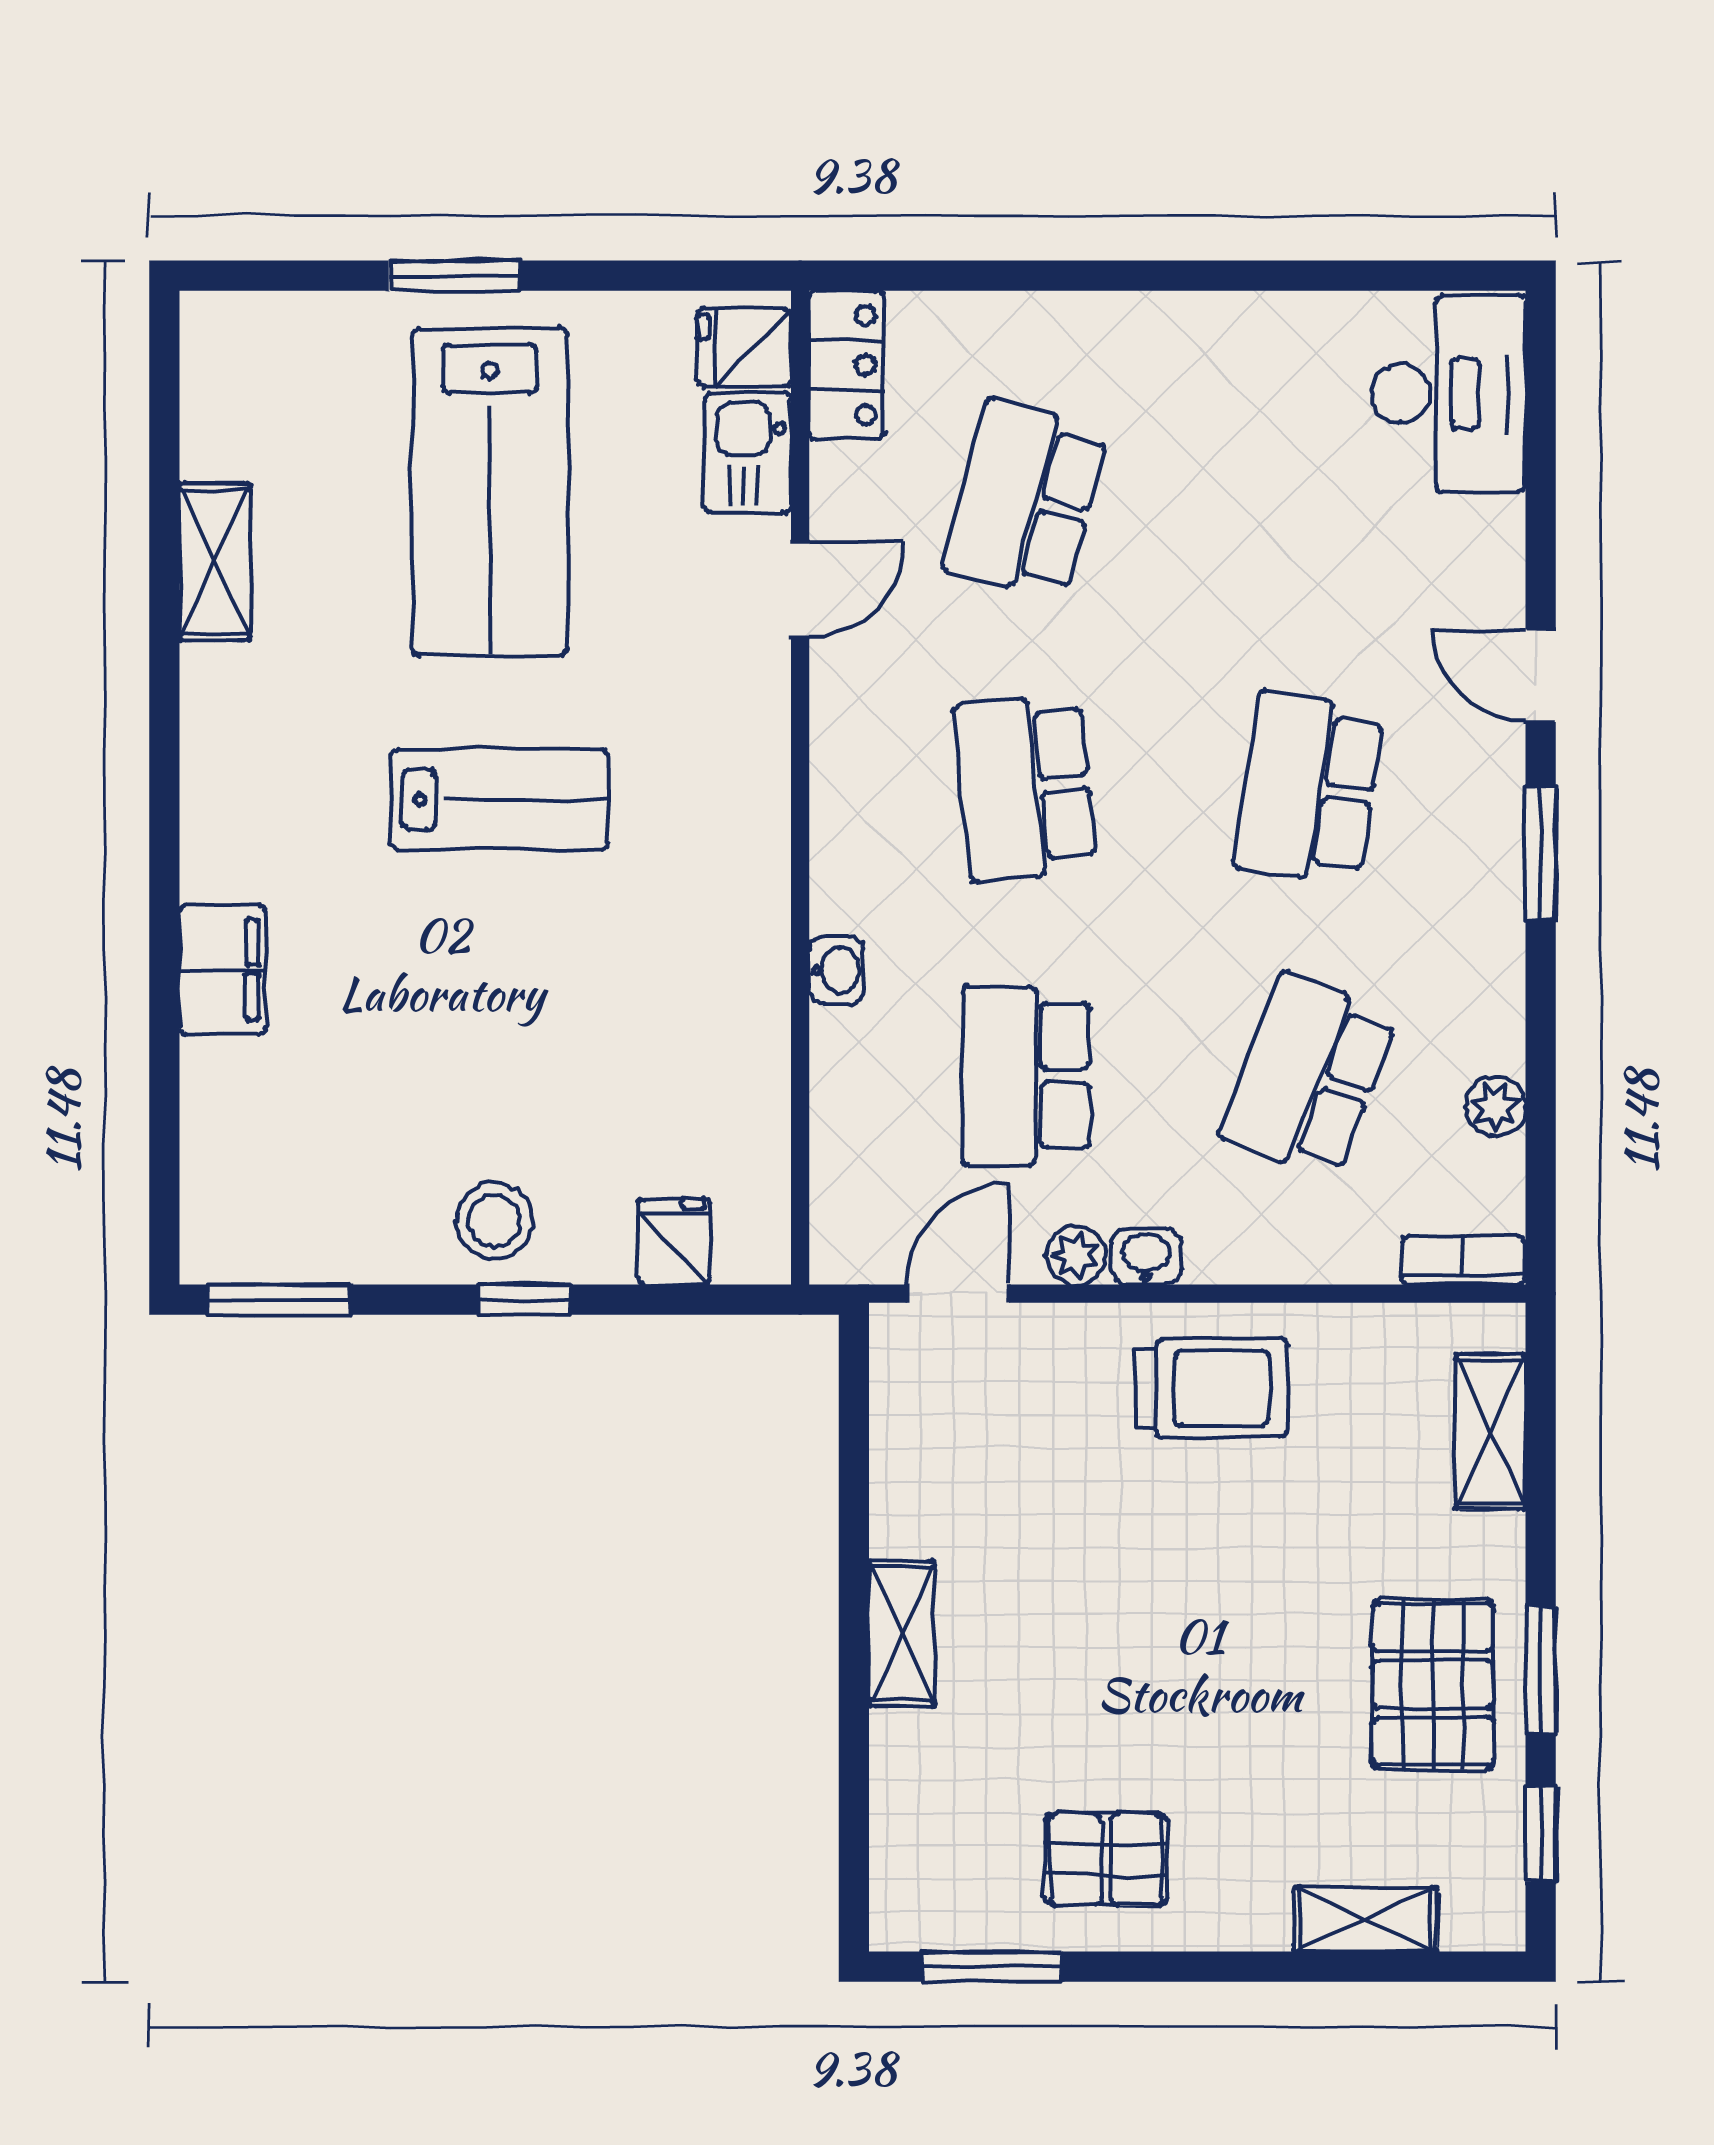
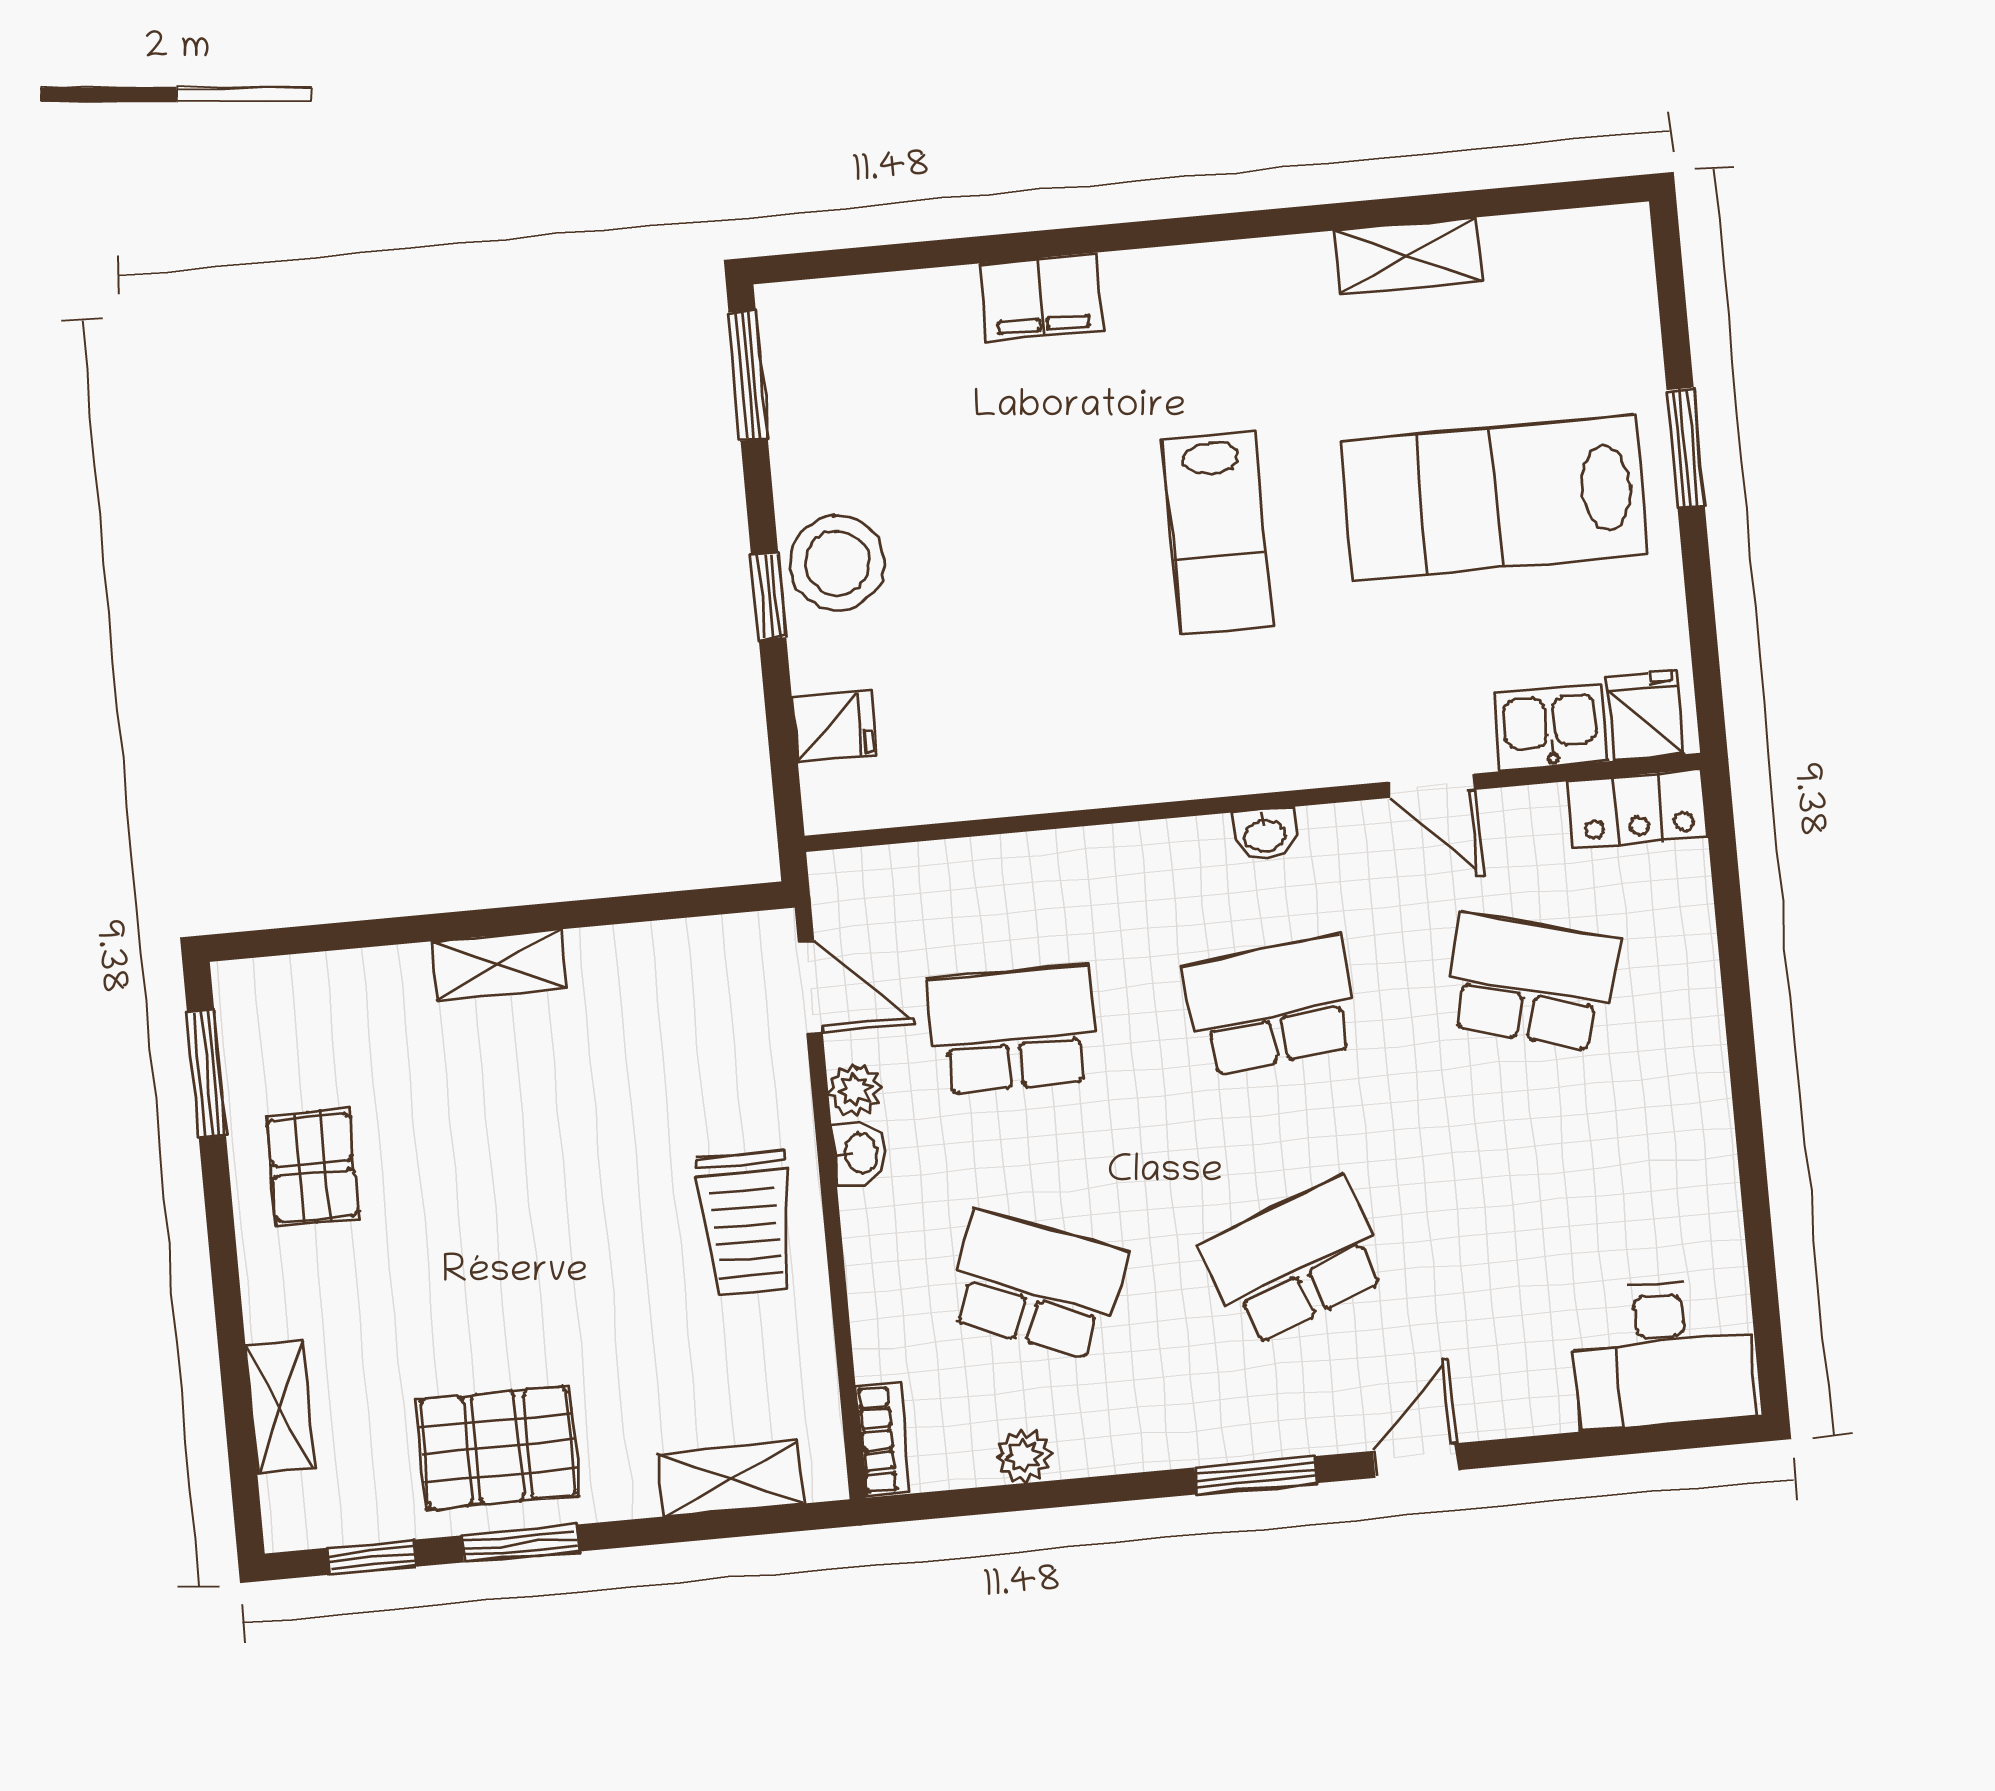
school desk: (1309, 788) -> (1296, 1261), turned -30
washbasin: (837, 970) -> (1265, 834), moved
stool: (494, 1221) -> (837, 563), width x1.38, depth x1.38

